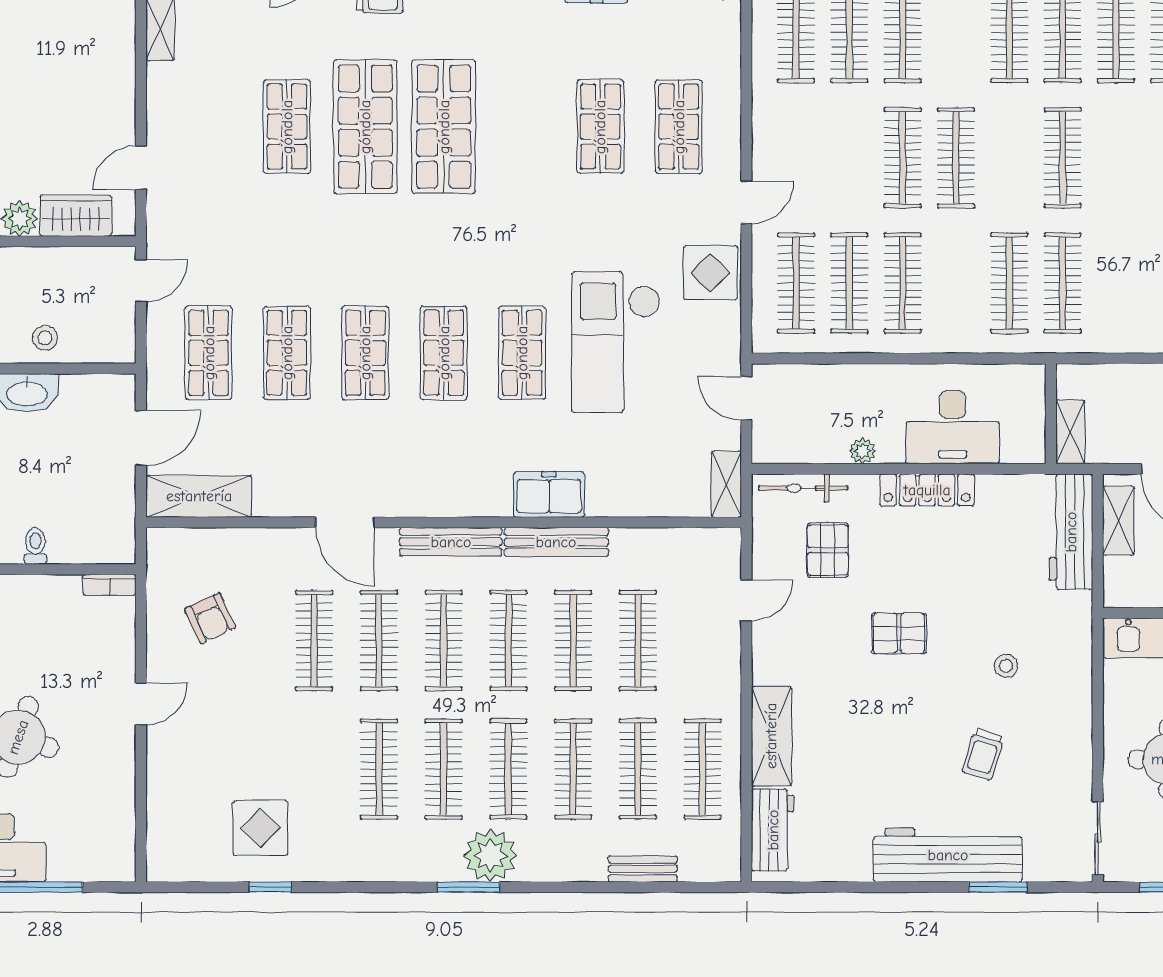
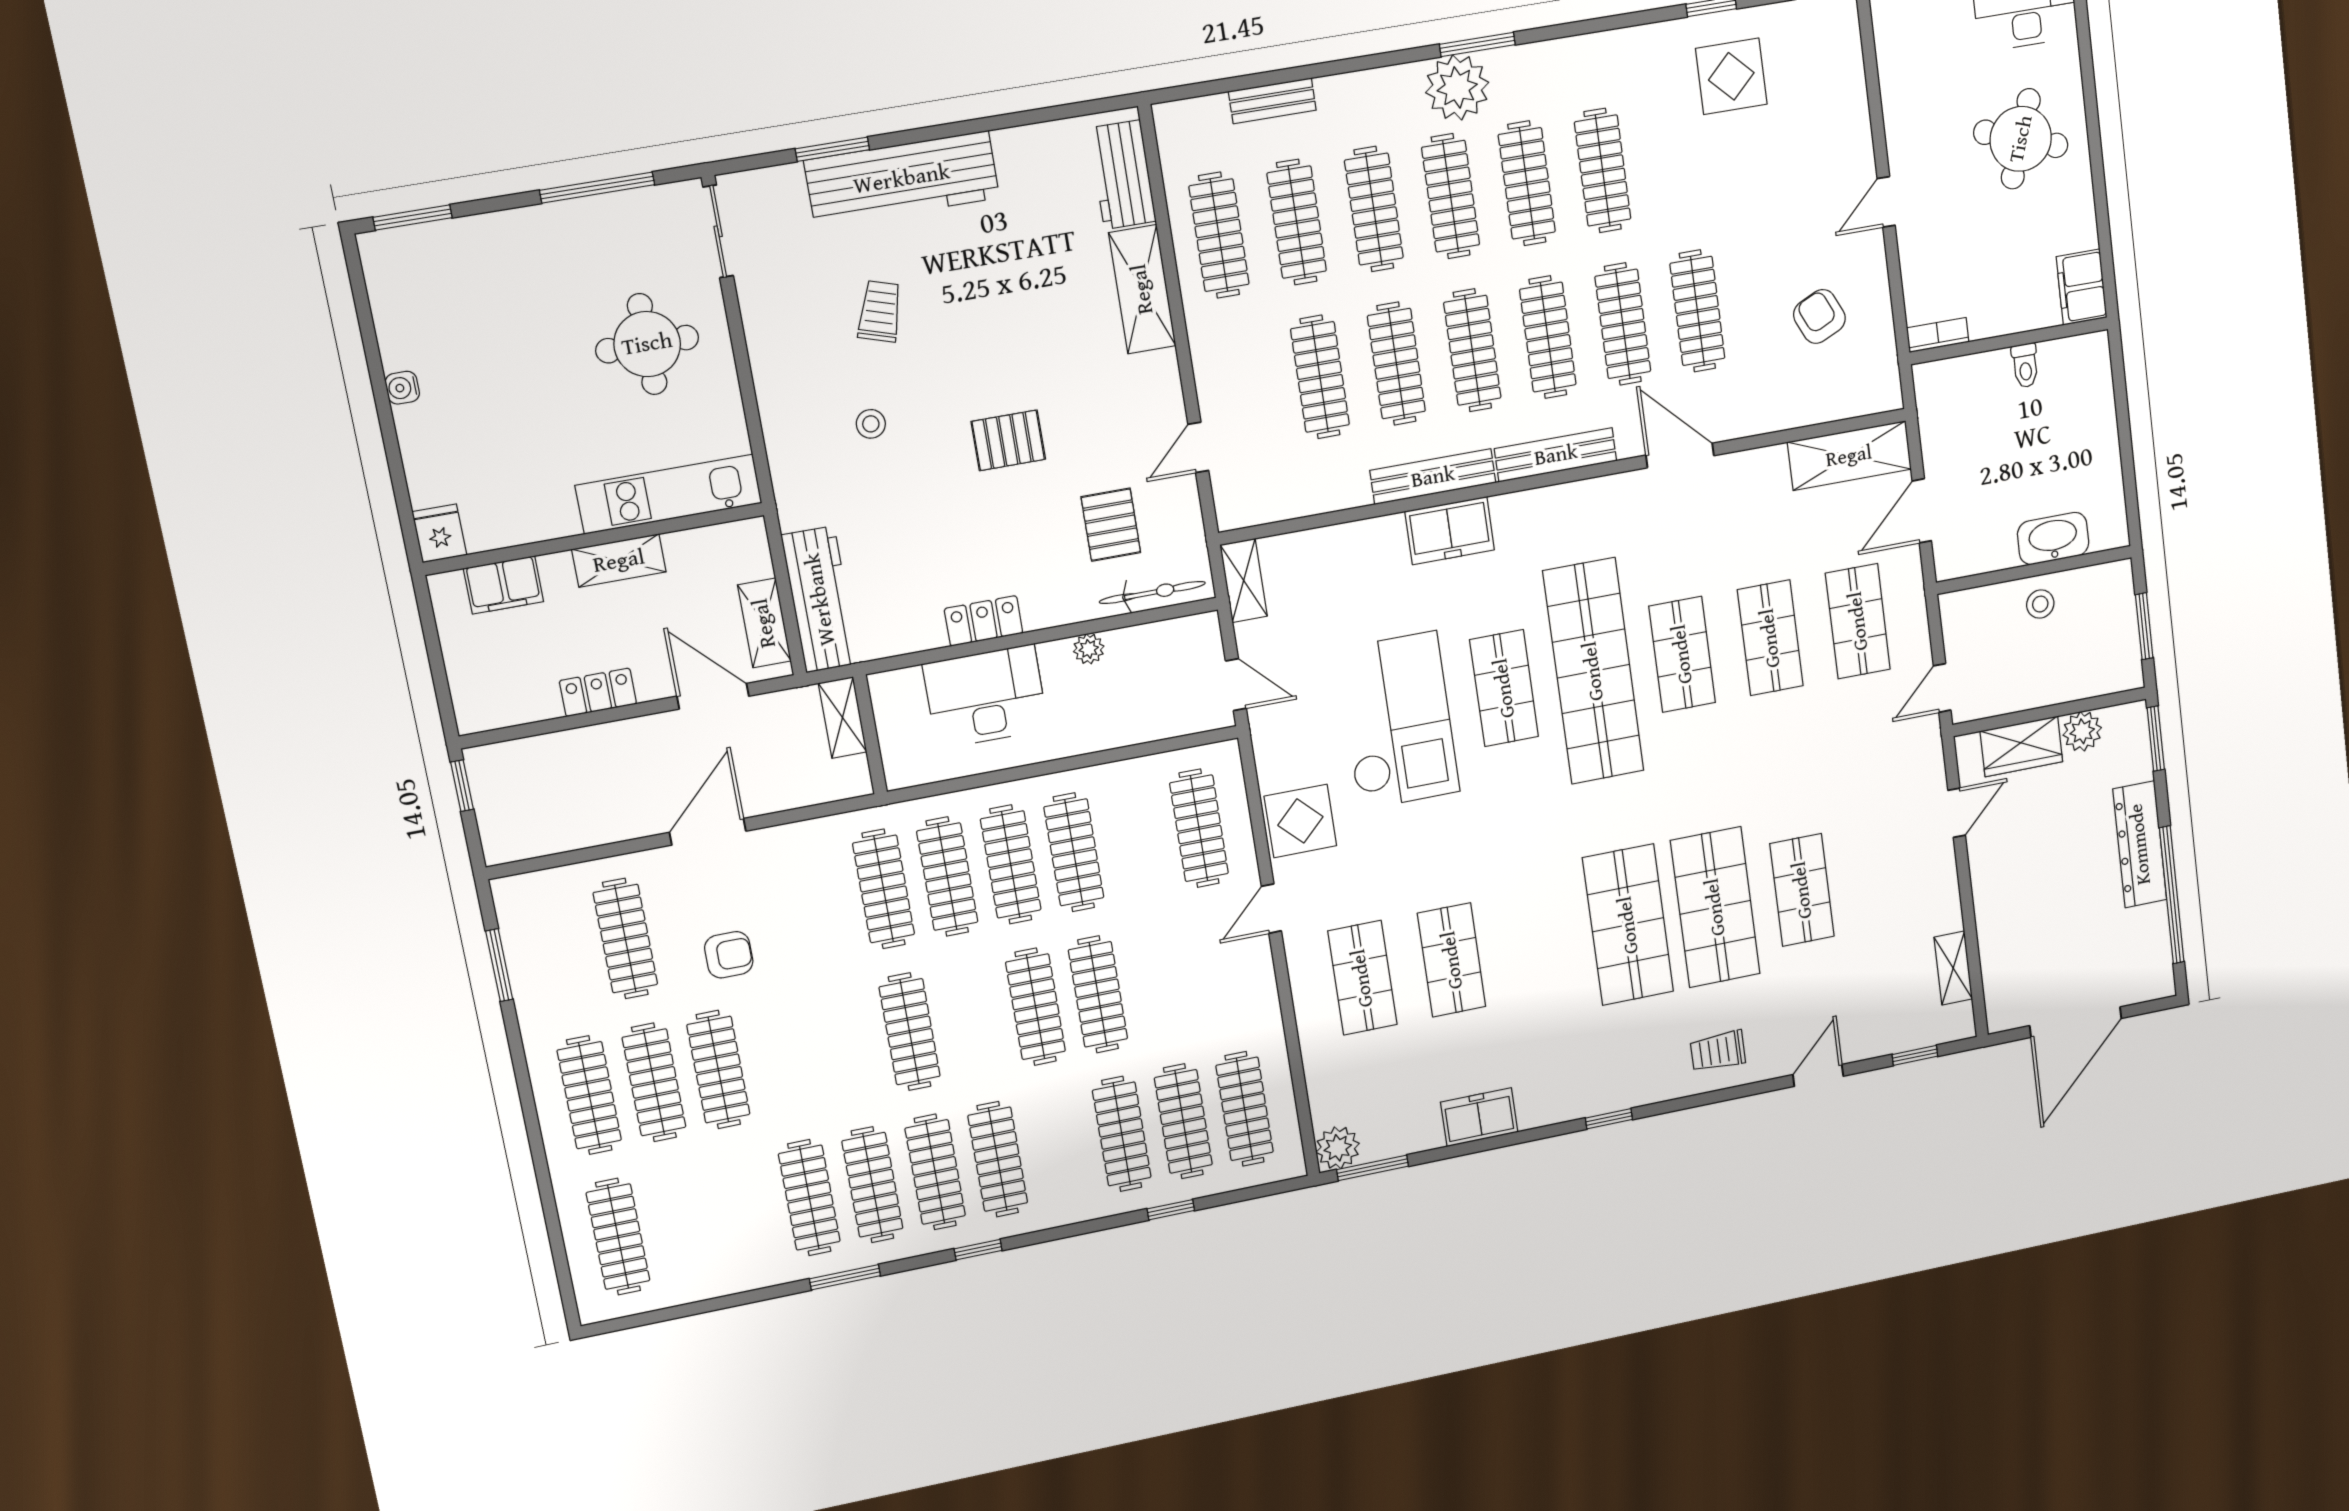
clothes rail: (849, 283) -> (1011, 864), moved
shop shelf: (444, 353) -> (1593, 671), width x2.00, depth x1.36
locker: (927, 490) -> (984, 621), width x0.66

